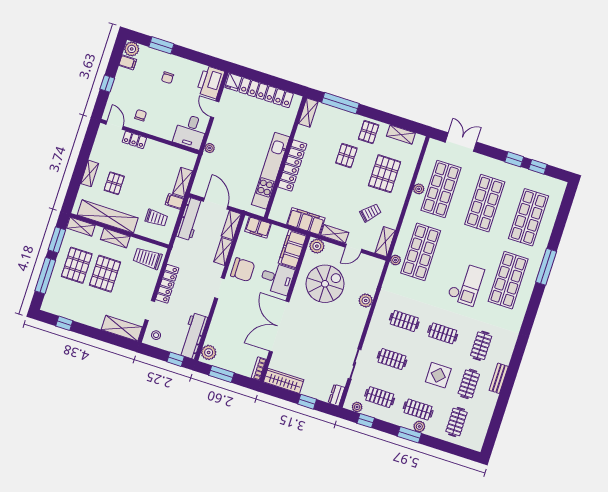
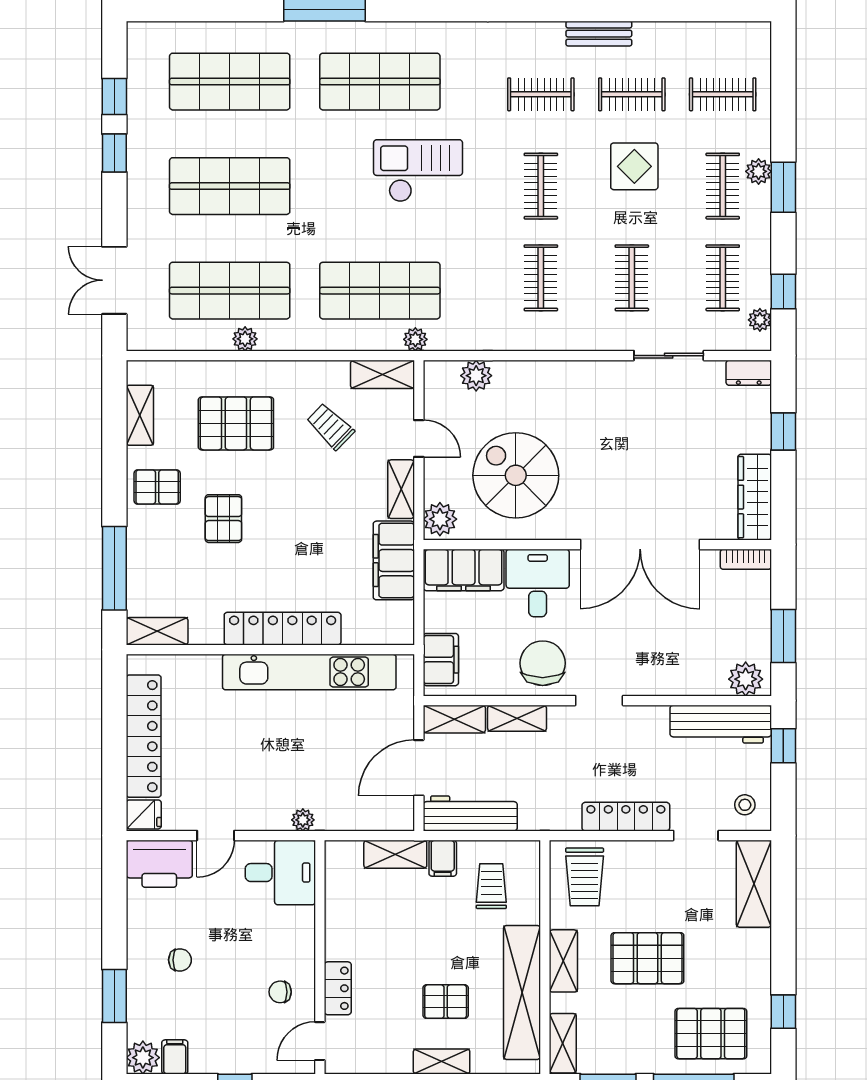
pallet: (346, 156) -> (223, 519), turned 90
pallet: (77, 265) -> (711, 1034), moved
plant: (366, 300) -> (476, 376), moved

